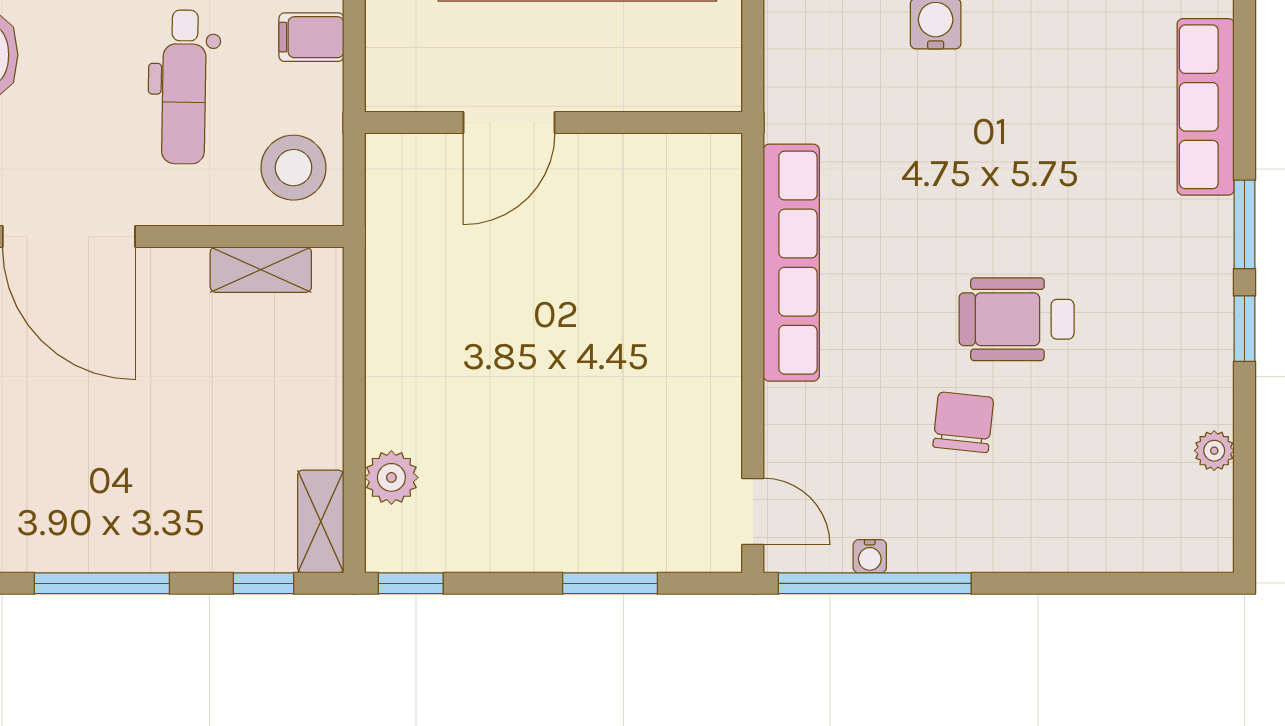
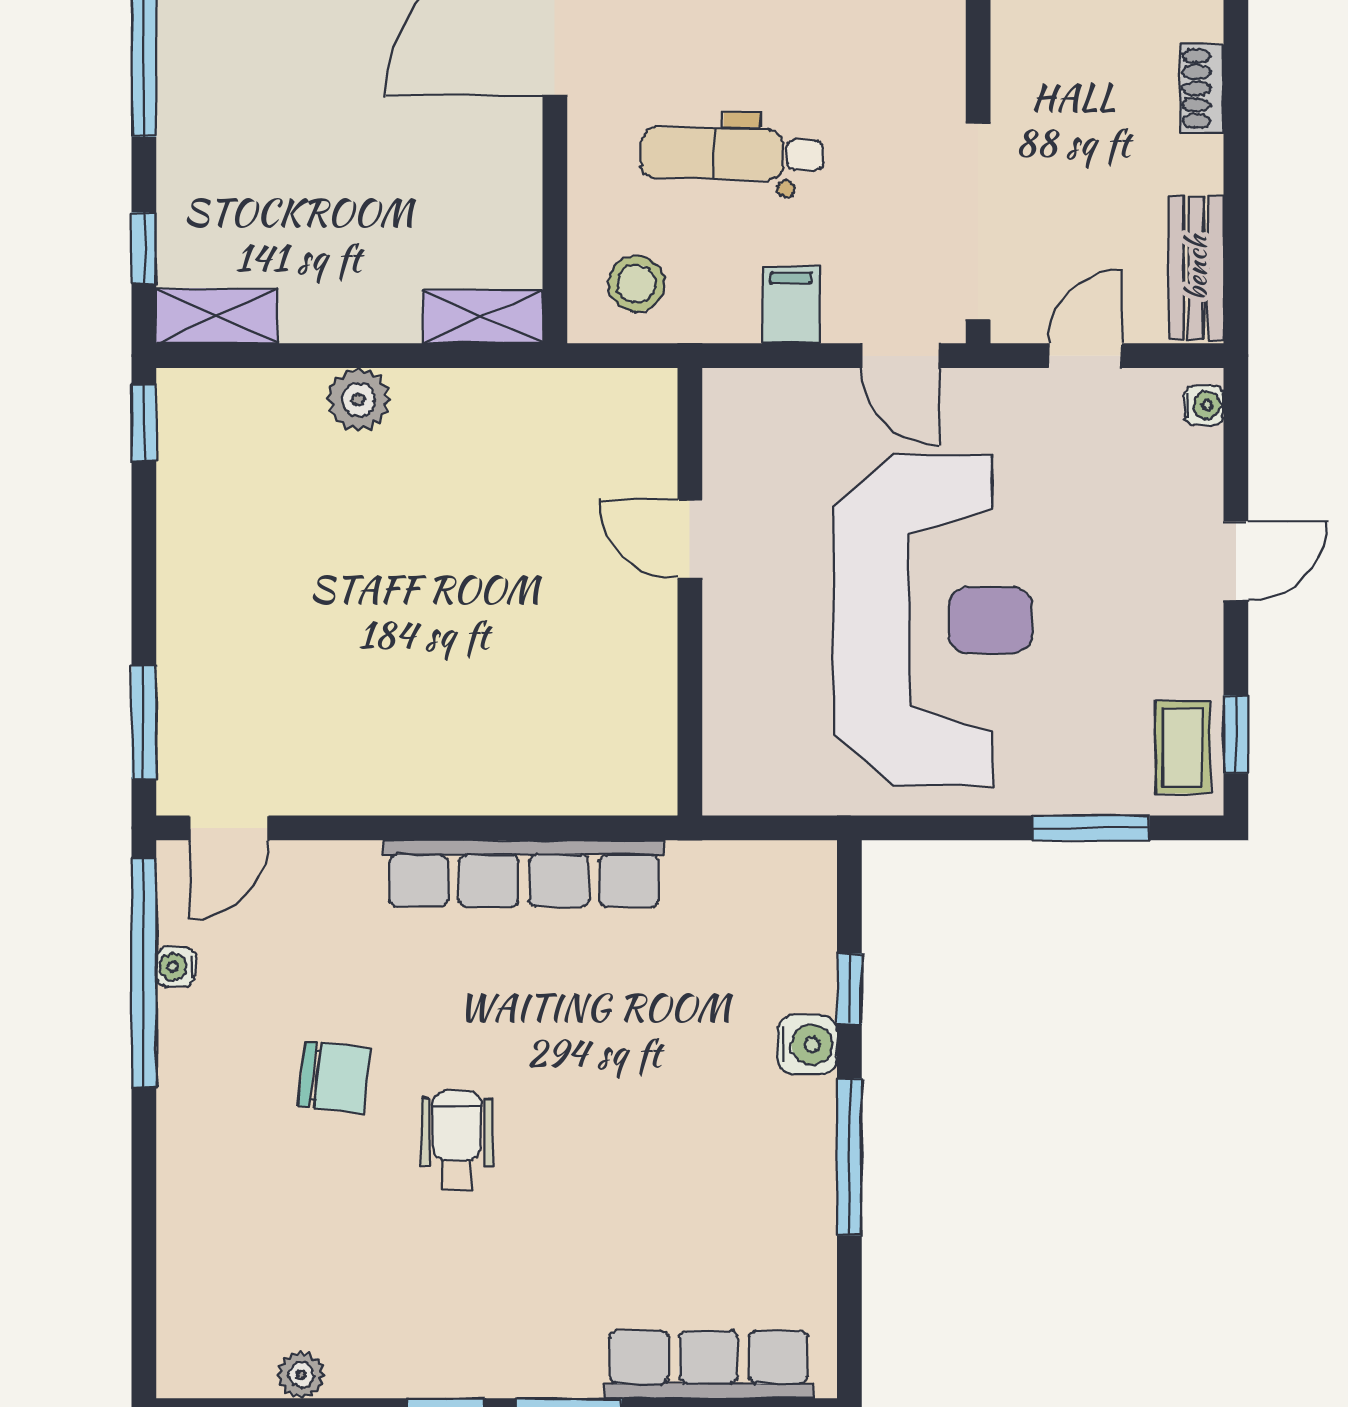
door: (509, 123) -> (690, 539), width x0.73
stool: (294, 168) -> (637, 284), width x0.73, depth x0.73
shelving: (261, 270) -> (483, 316), moved, turned 90
wheelchair: (1017, 319) -> (457, 1141), width x0.73, depth x0.73
plant: (391, 477) -> (358, 400), moved
window: (610, 583) -> (144, 722), moved

